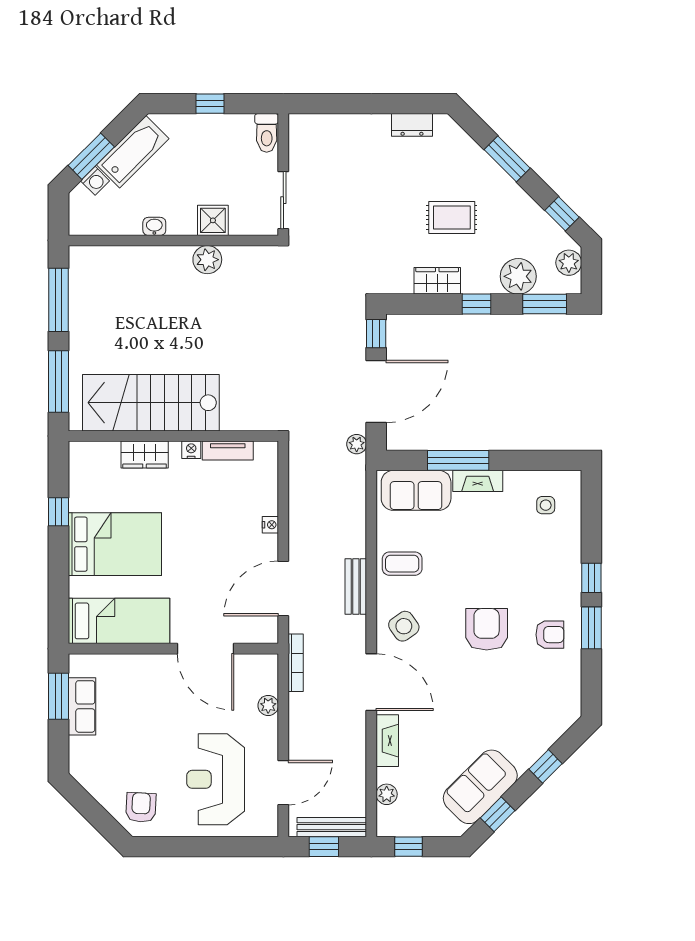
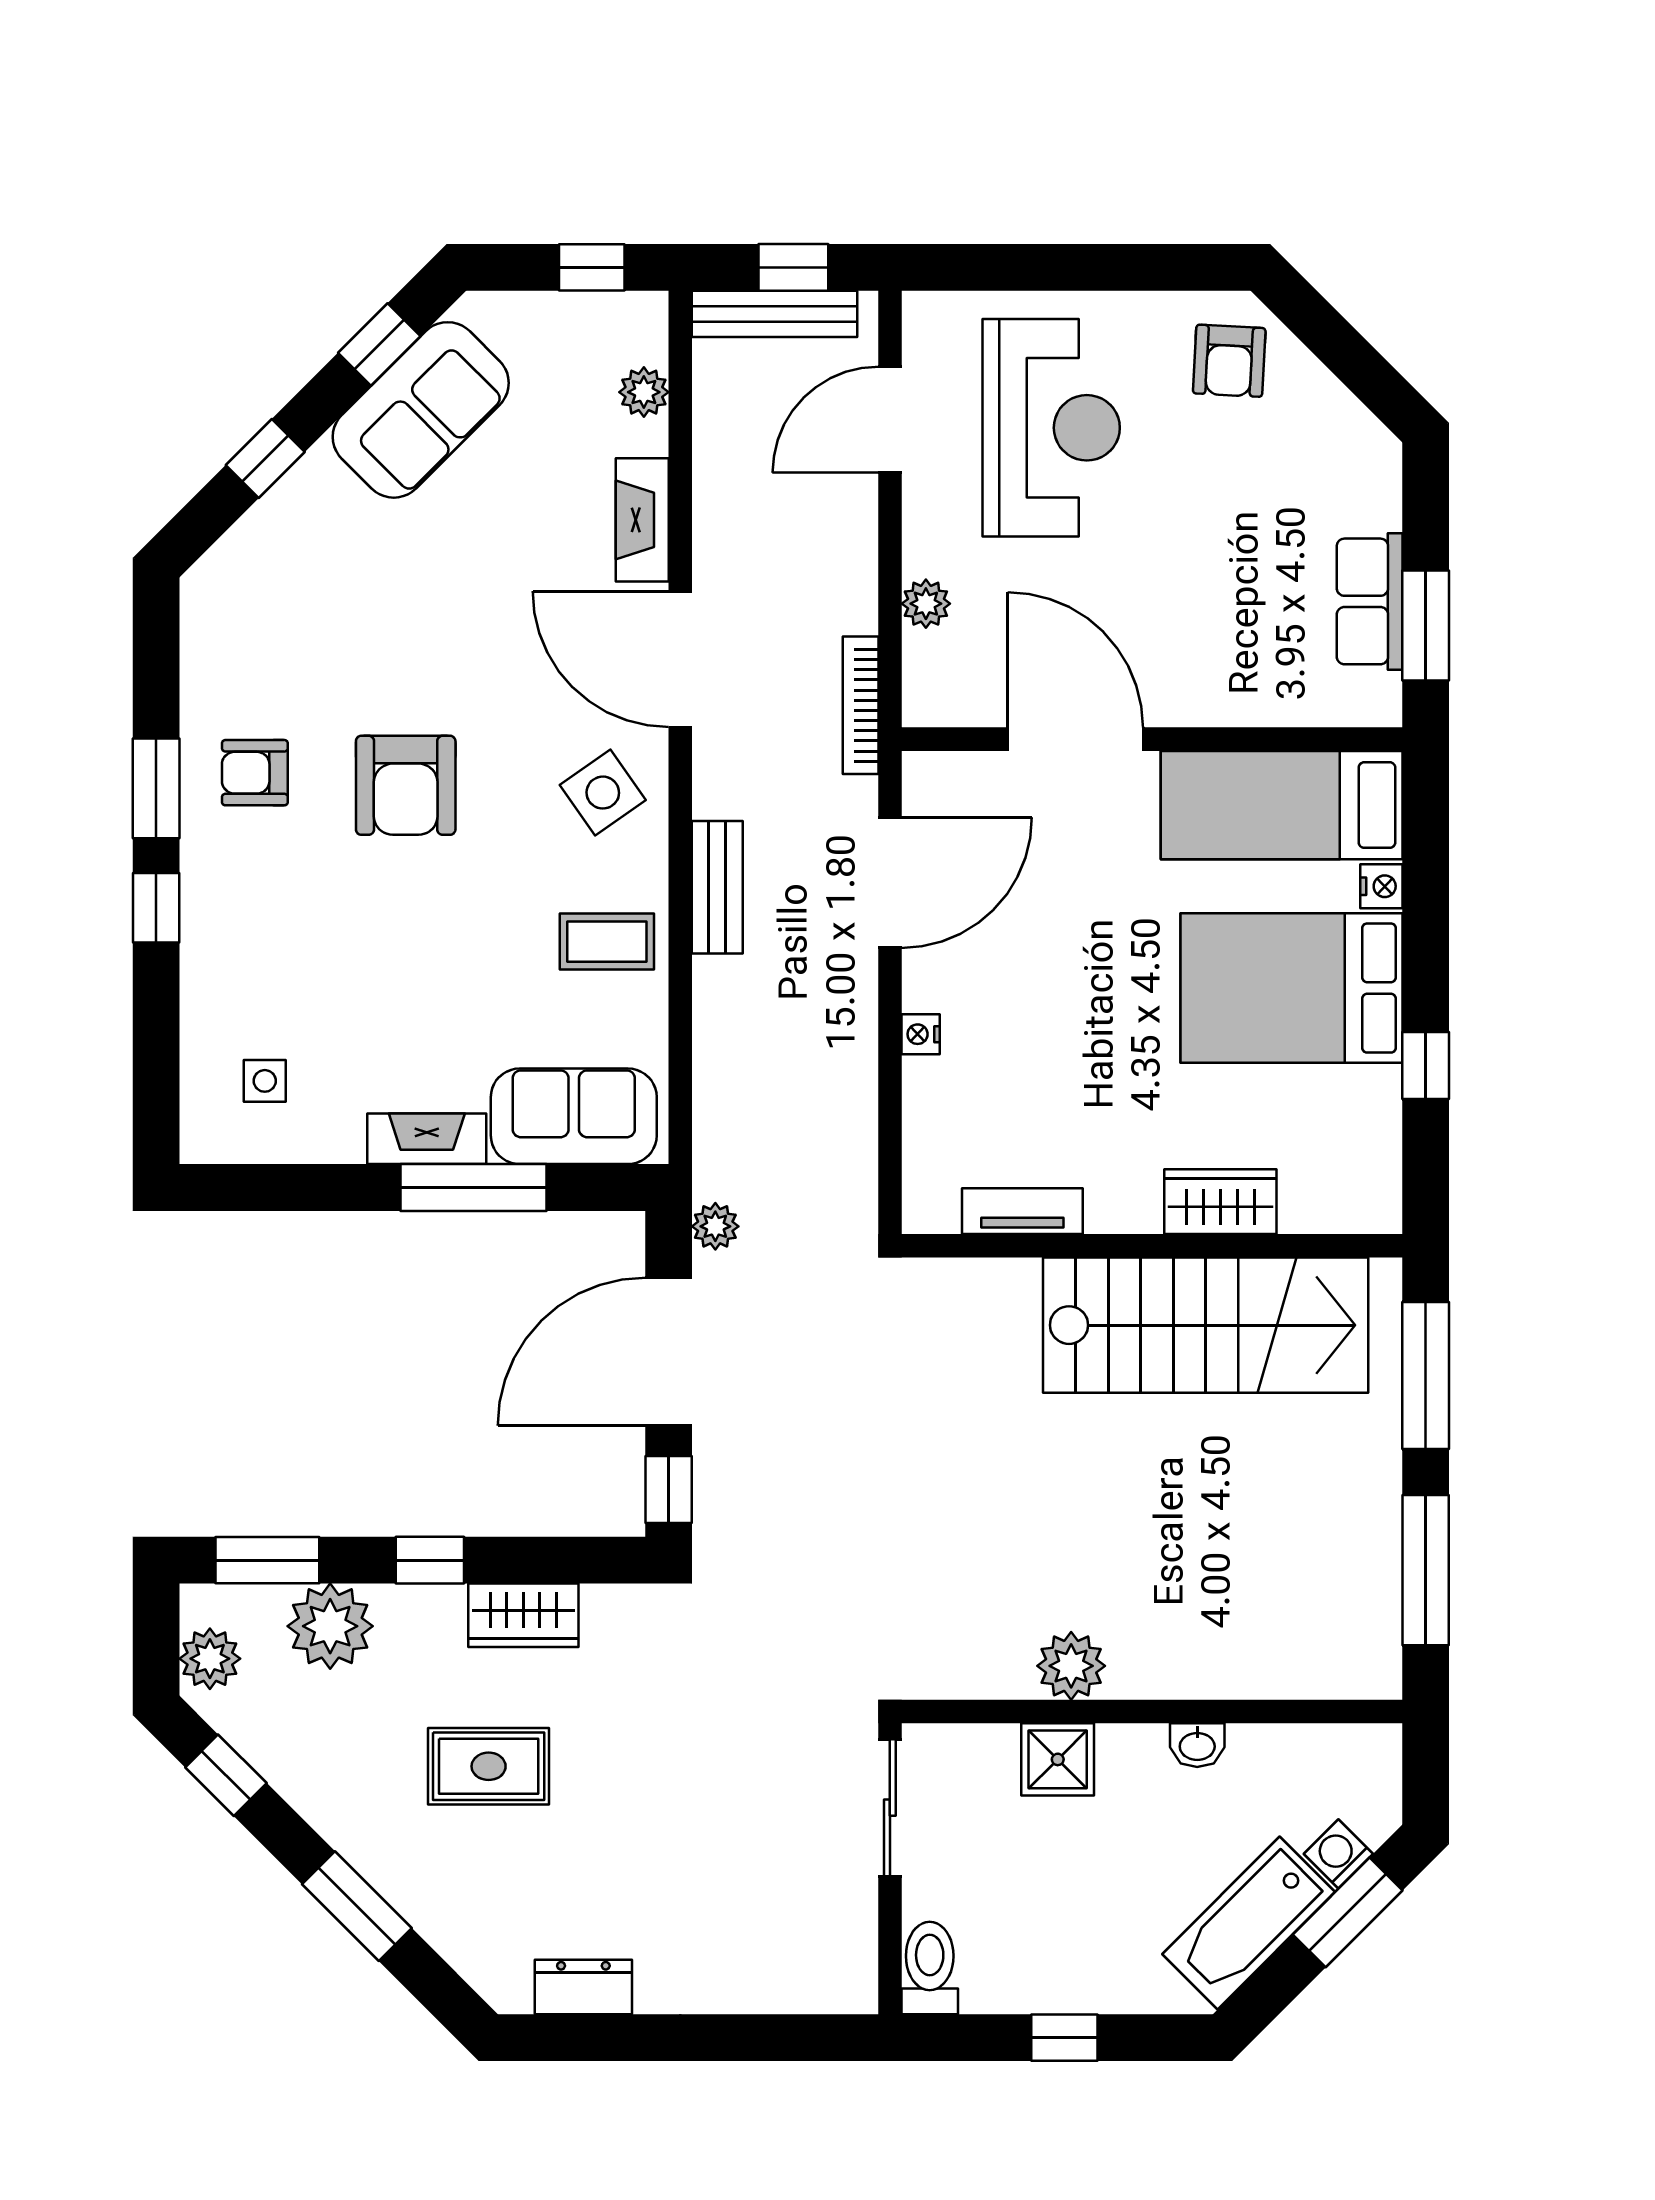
nightstand: (191, 450) -> (1381, 886), moved, turned -90

